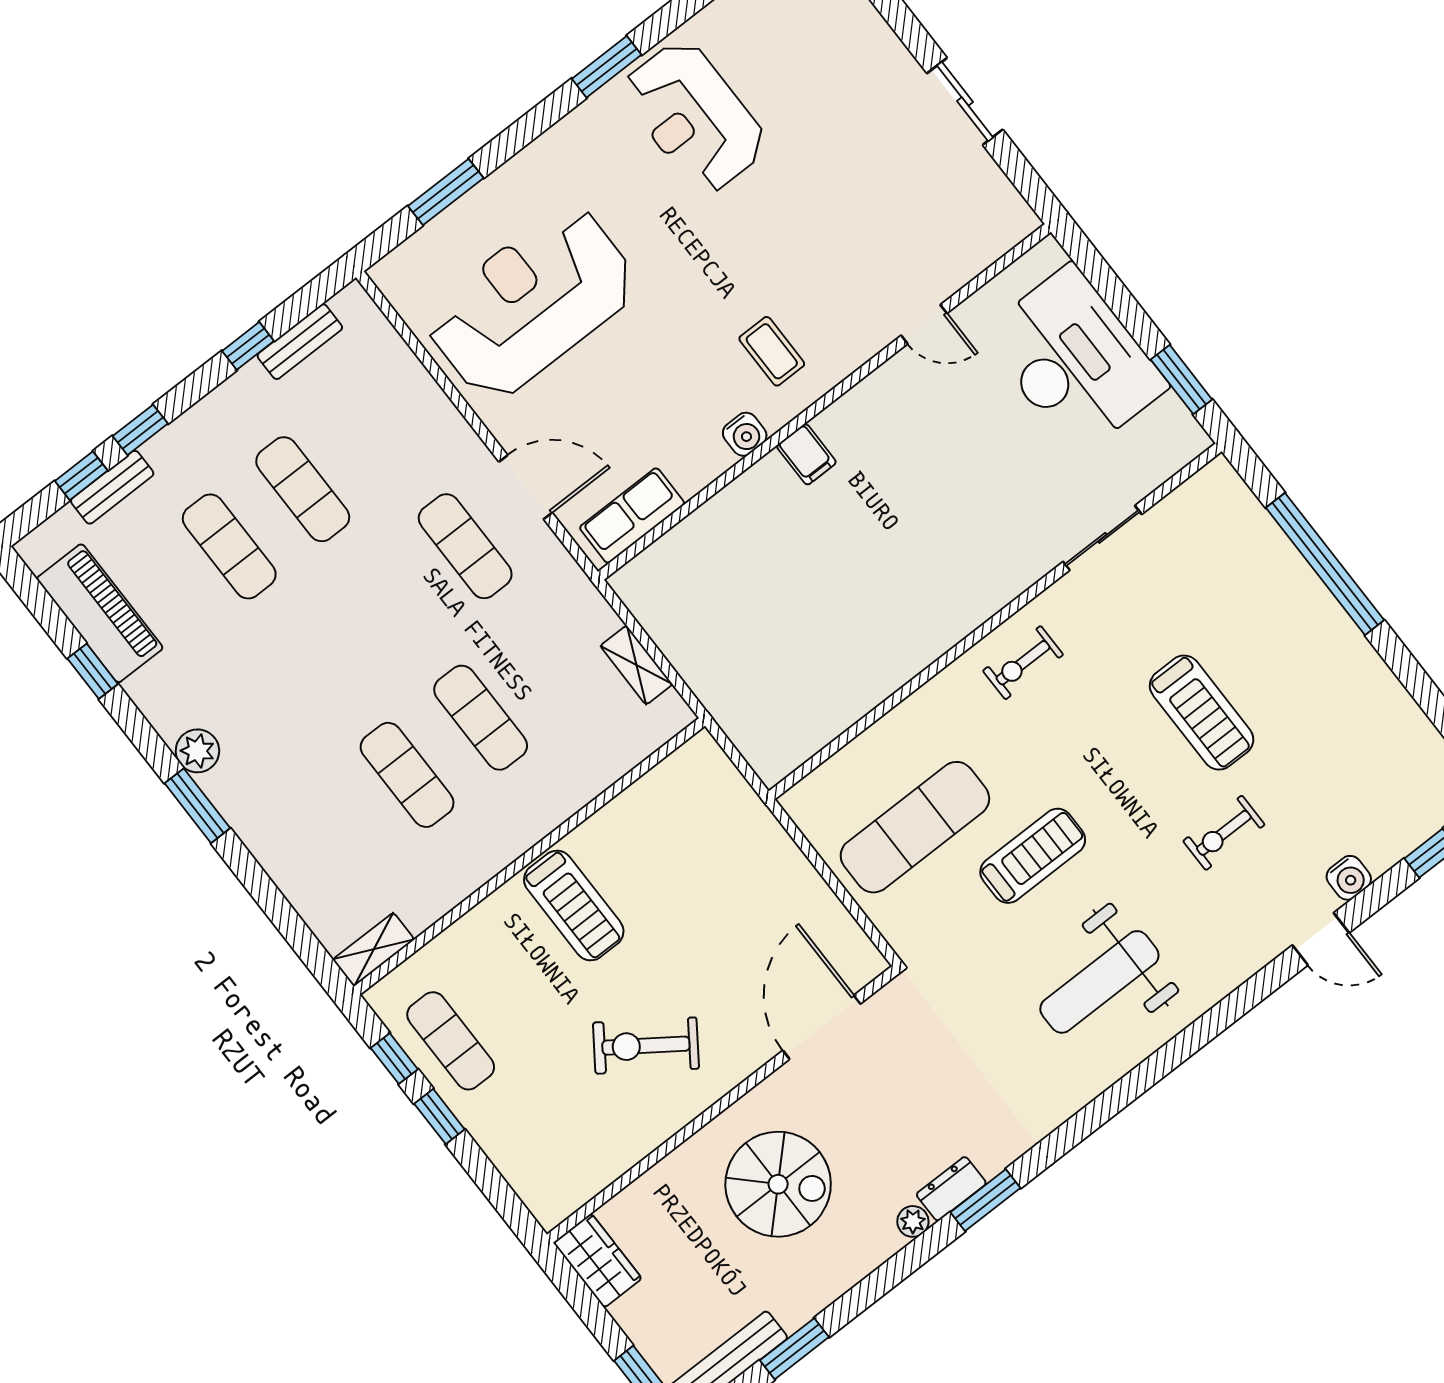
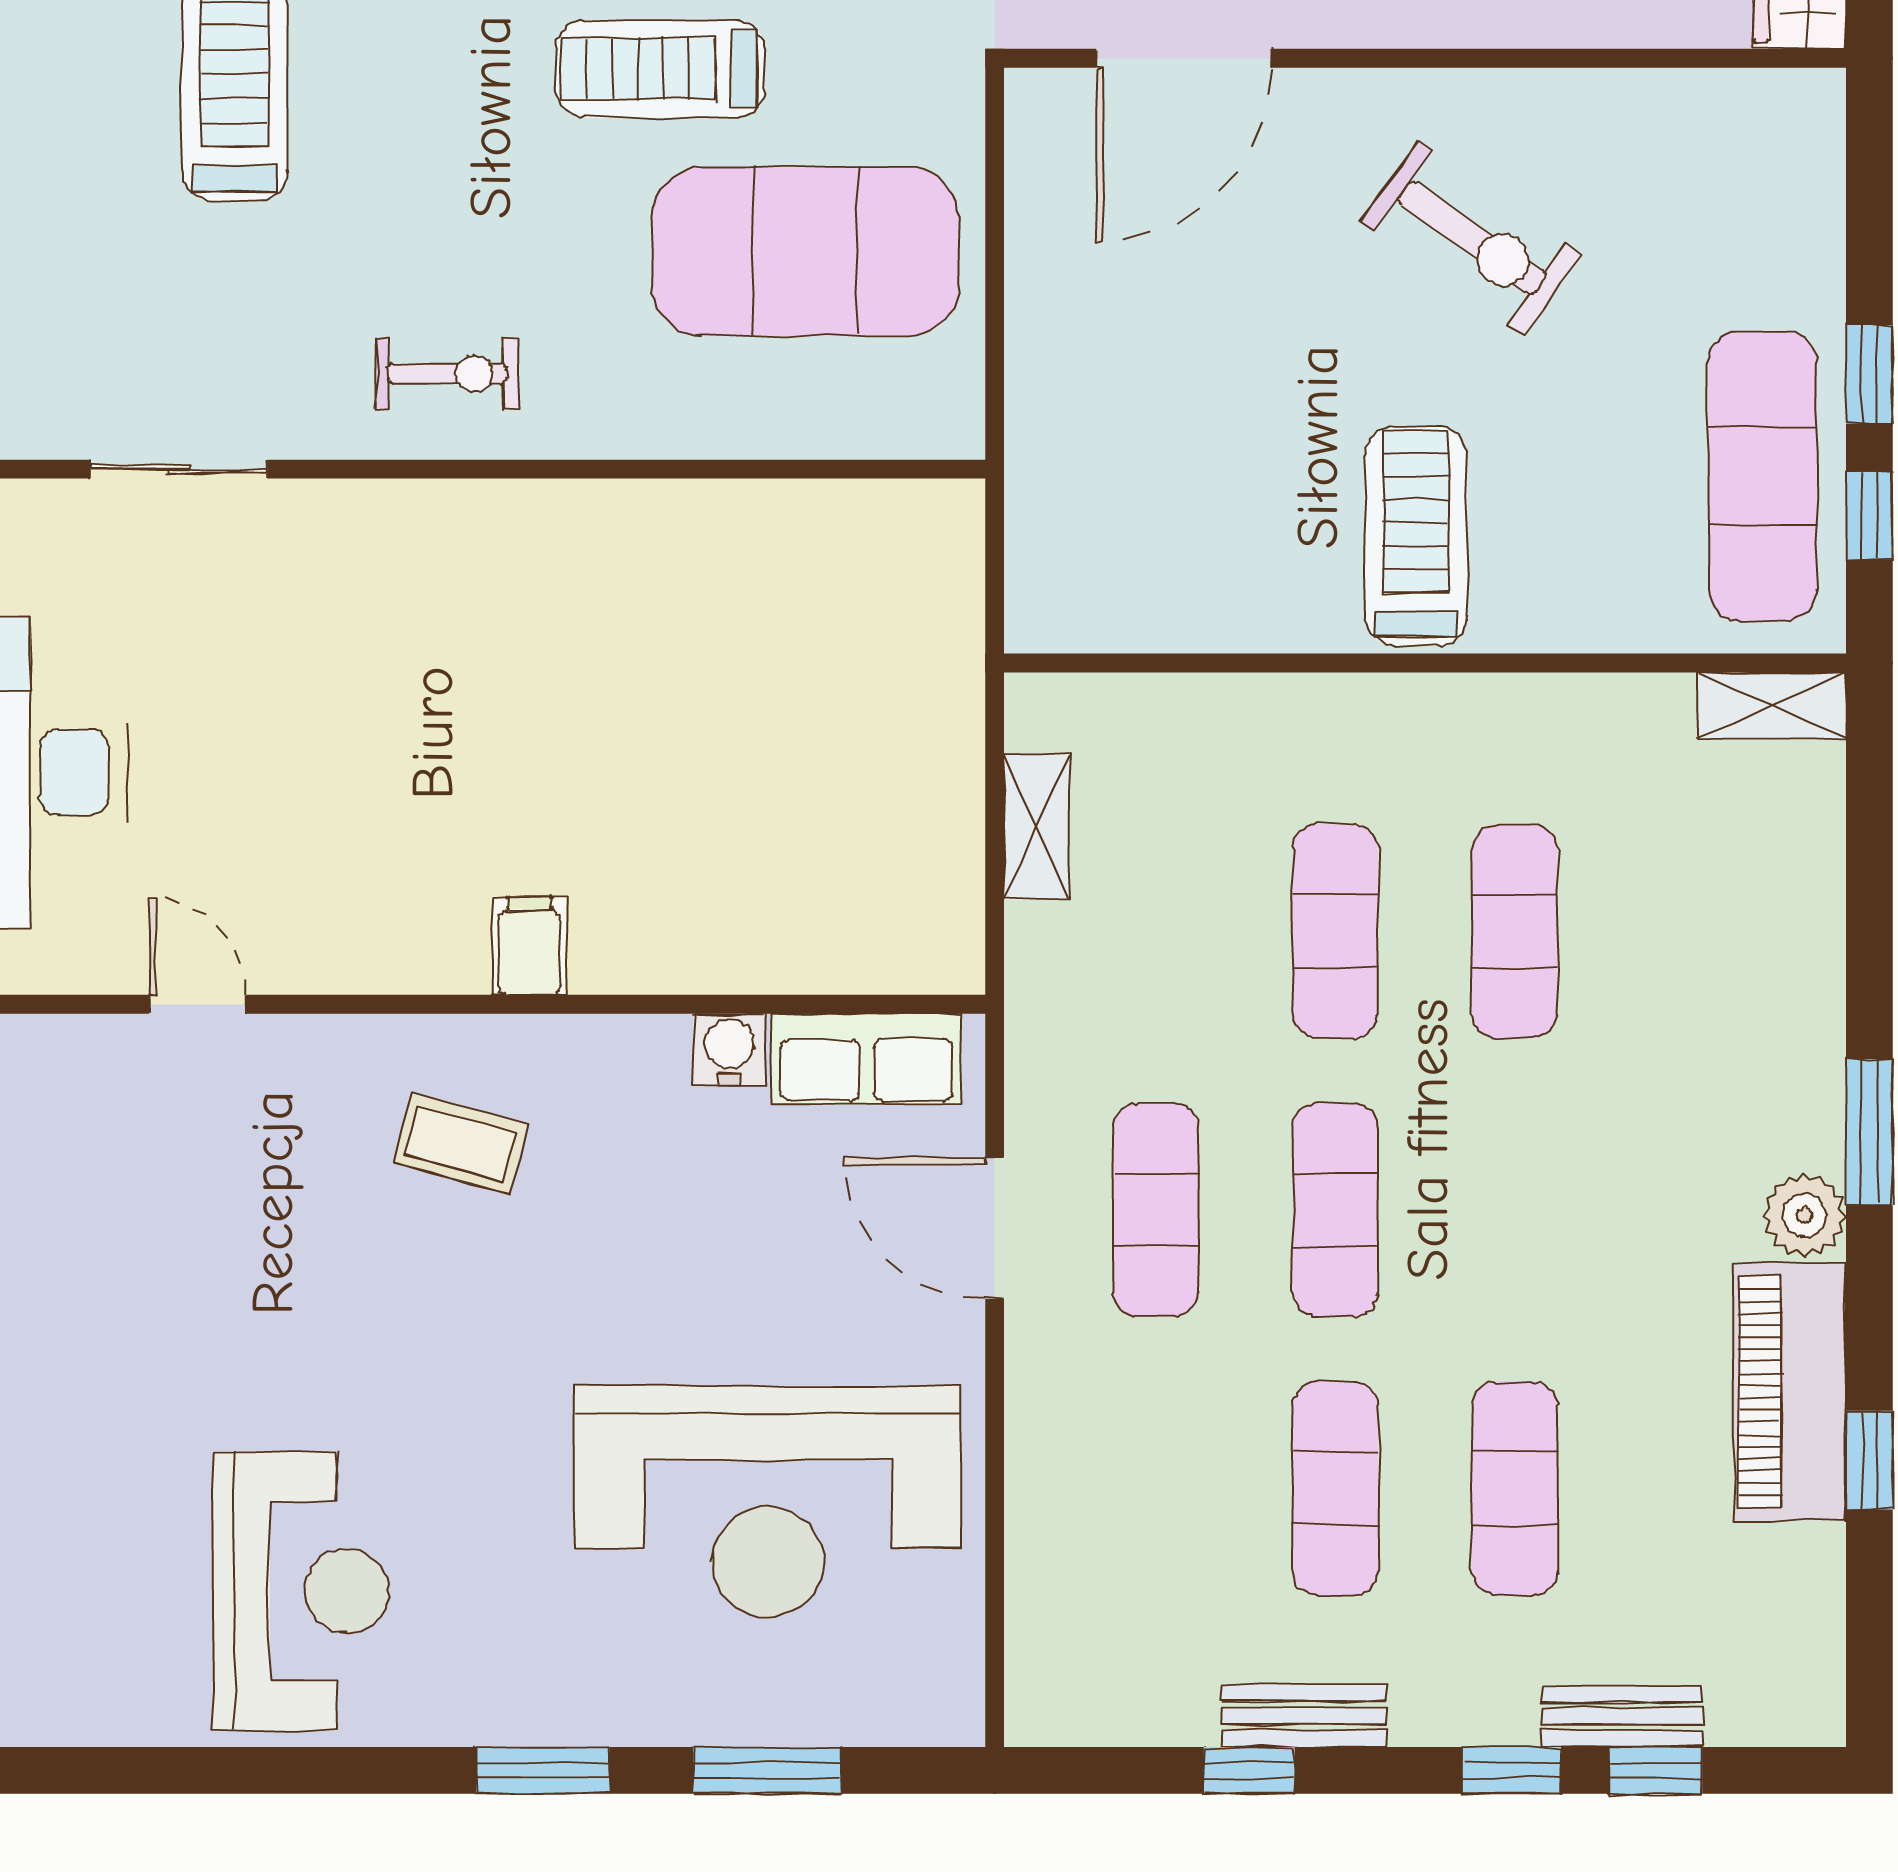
window: (607, 67) -> (543, 1770), moved
bench: (300, 342) -> (1304, 1716), moved
coffee table: (772, 351) -> (460, 1143), turned -75
water cooler: (745, 434) -> (729, 1049), moved
exercise mat: (392, 603) -> (1335, 1210), added
piano: (100, 613) -> (1790, 1392), moved
exercise mat: (915, 827) -> (805, 252), width x1.47
exercise mat: (451, 1041) -> (1763, 476), width x1.36, depth x1.45

